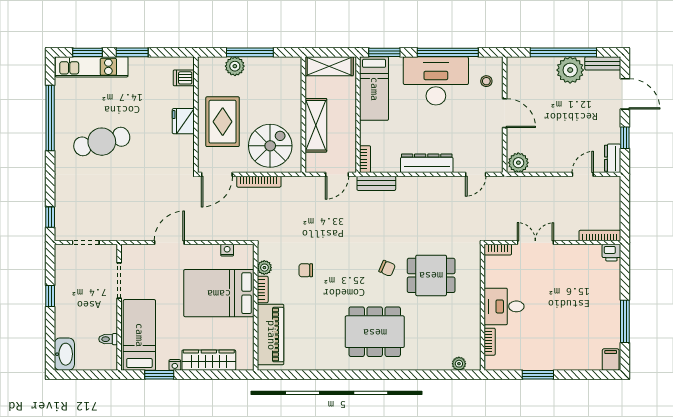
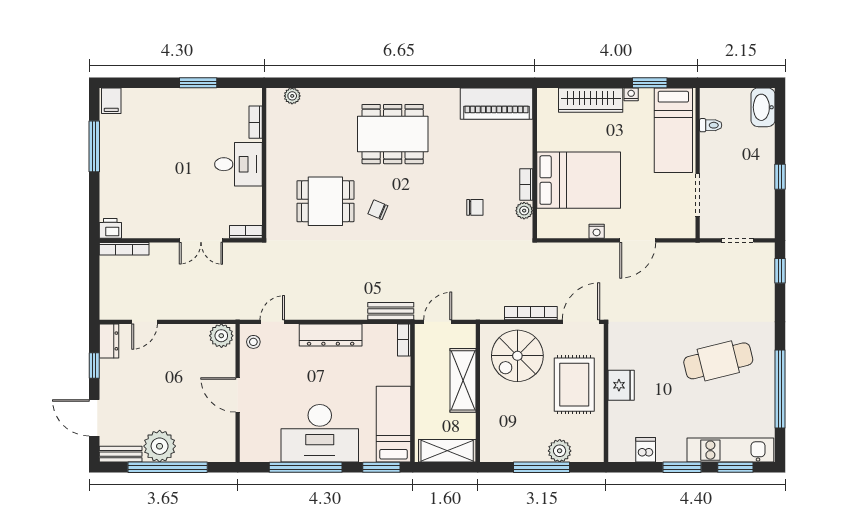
dishwasher: (184, 78) -> (646, 450), moved, turned -90
stool: (486, 81) -> (253, 342), moved
nightstand: (227, 250) -> (597, 231), moved
piano: (271, 335) -> (497, 104), moved, turned -90

